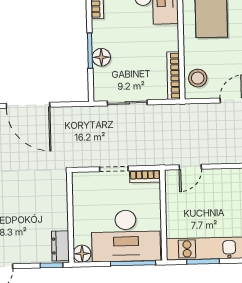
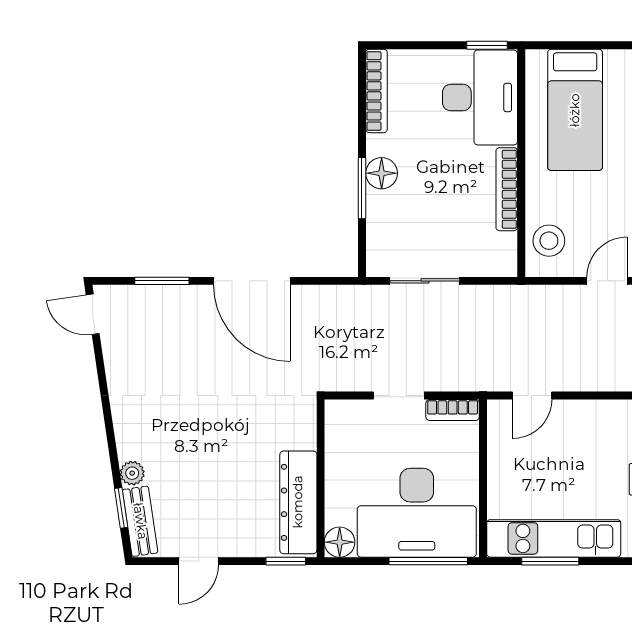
floor lamp: (101, 57) -> (382, 173), moved
bookcase: (173, 76) -> (507, 189), moved
dresser: (60, 246) -> (298, 502), width x1.96, depth x1.24

